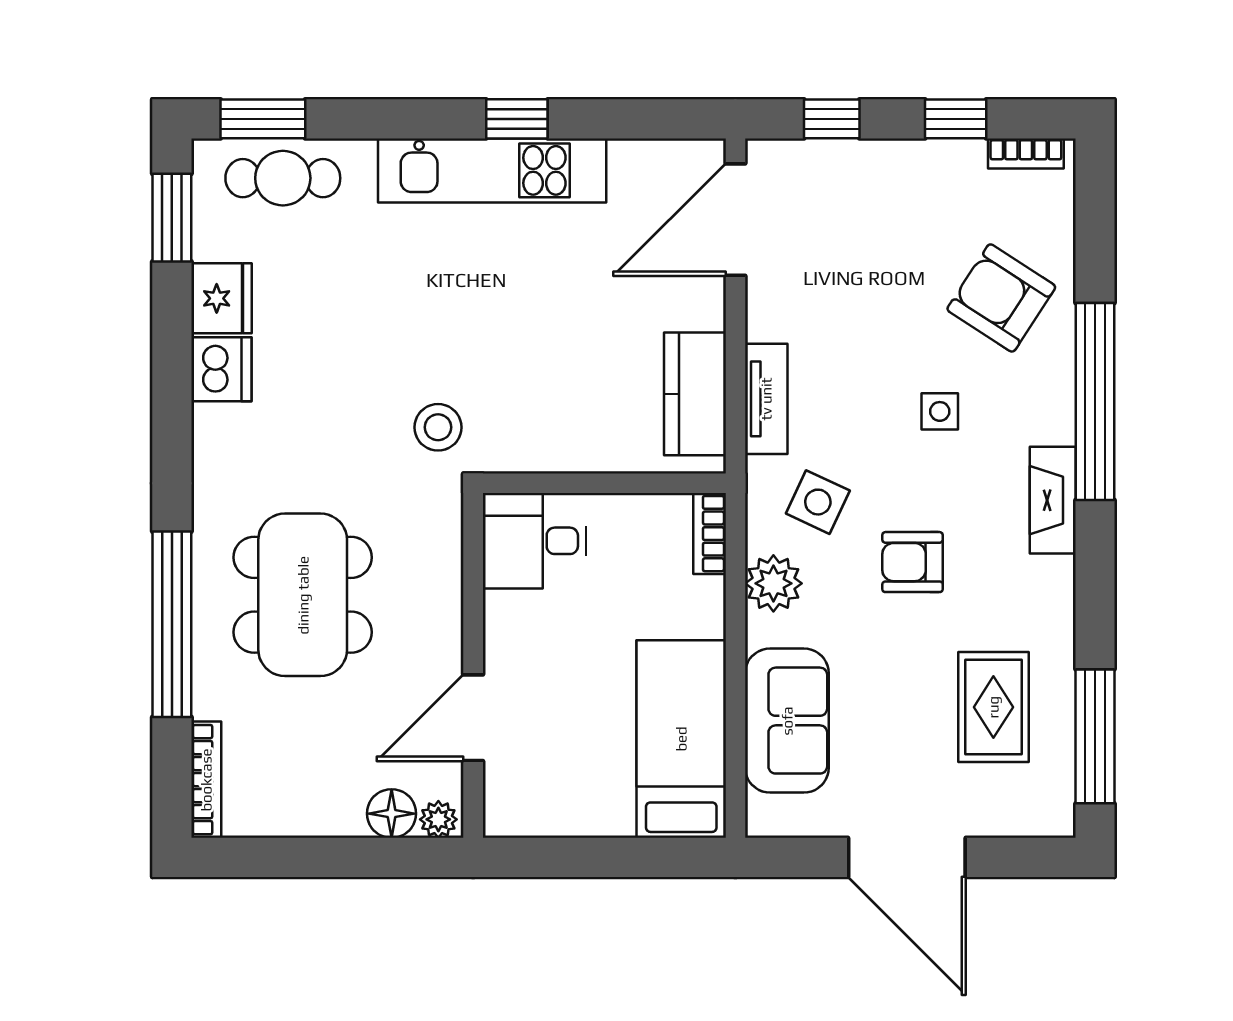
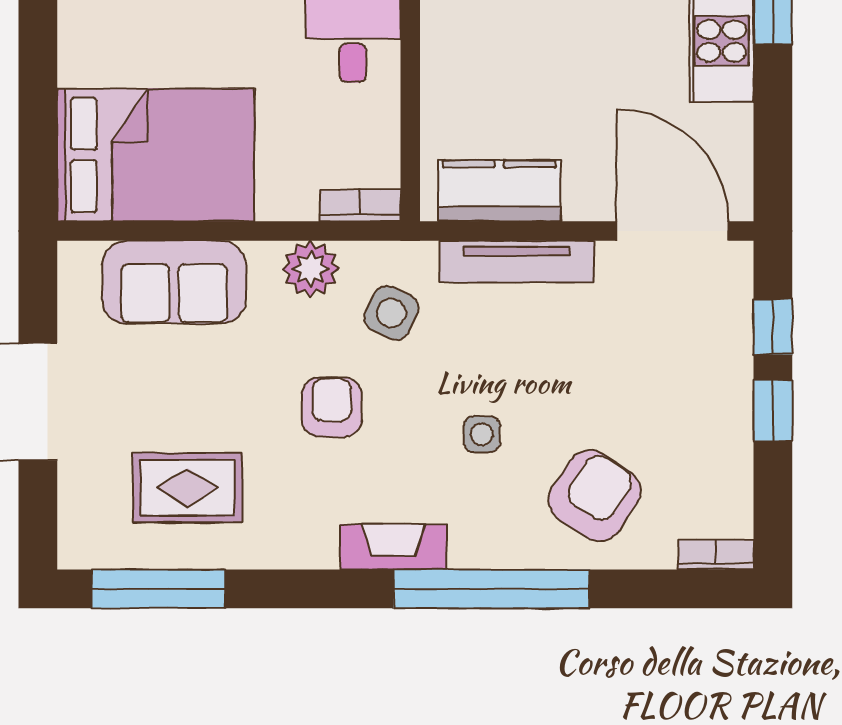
window: (956, 119) -> (773, 411), moved
bookcase: (1026, 153) -> (716, 554), moved, turned 90
tv unit: (766, 399) -> (517, 262), width x1.41
bed: (681, 739) -> (156, 155), width x1.50

